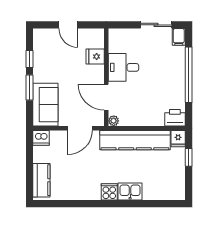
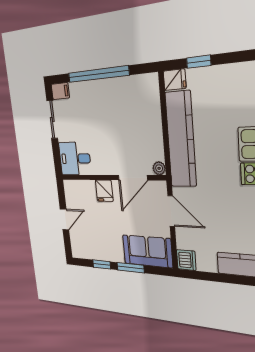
fridge: (95, 57) -> (104, 191), moved
desk: (123, 67) -> (75, 159), moved, turned 90
printer: (175, 118) -> (149, 87), removed

